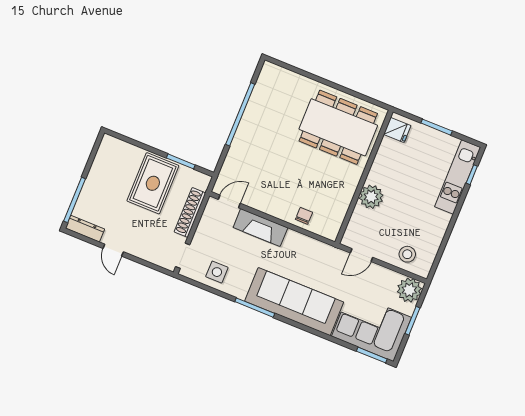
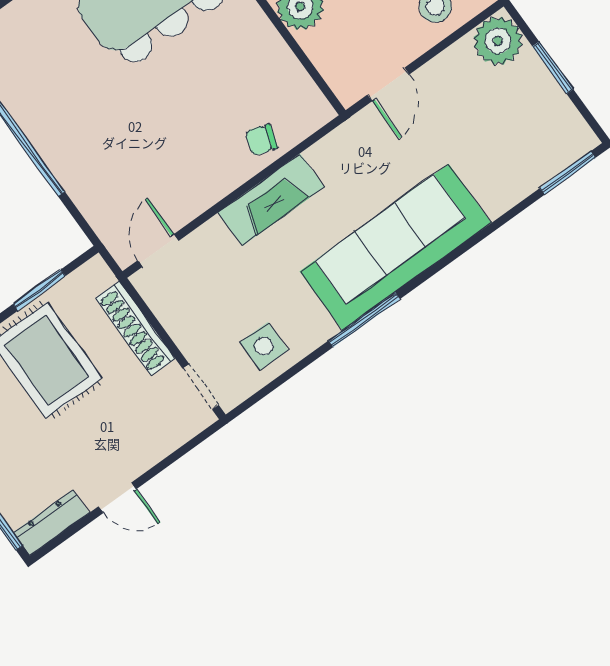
chair: (304, 216) -> (261, 140), turned -72
fireplace: (260, 228) -> (271, 200), moved
corner sofa: (371, 327) -> (520, 143), removed

